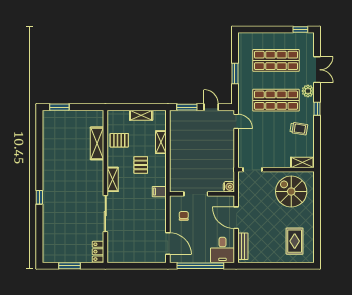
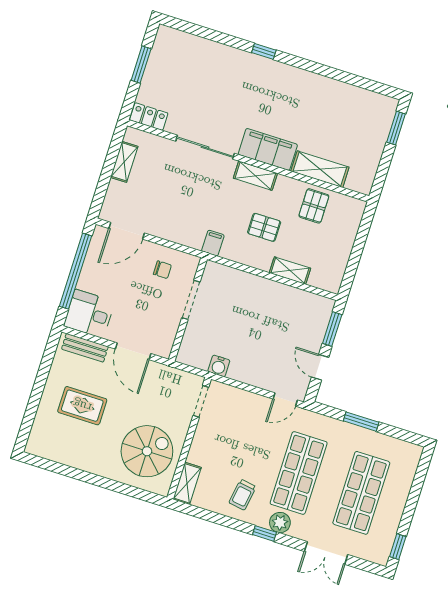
plant: (308, 91) -> (280, 523), moved
door: (211, 107) -> (320, 367), swing flipped
shelving: (141, 115) -> (124, 162), moved
filing cabinet: (95, 177) -> (268, 149), added
water cooler: (229, 187) -> (219, 366), moved
door: (236, 218) -> (133, 351), swing flipped
rug: (295, 241) -> (82, 406), moved

